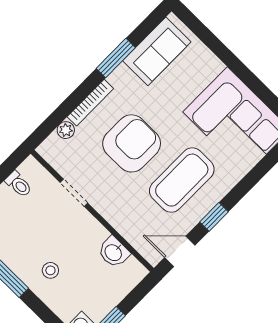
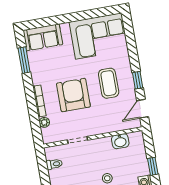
sofa: (157, 51) -> (43, 37), moved, turned 90
window: (116, 58) -> (24, 60), moved
coffee table: (182, 180) -> (109, 83), width x0.73, depth x0.76

